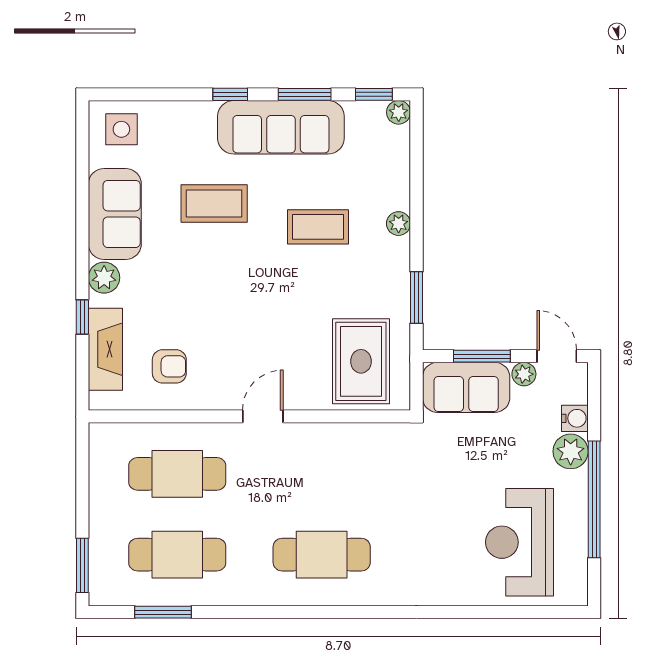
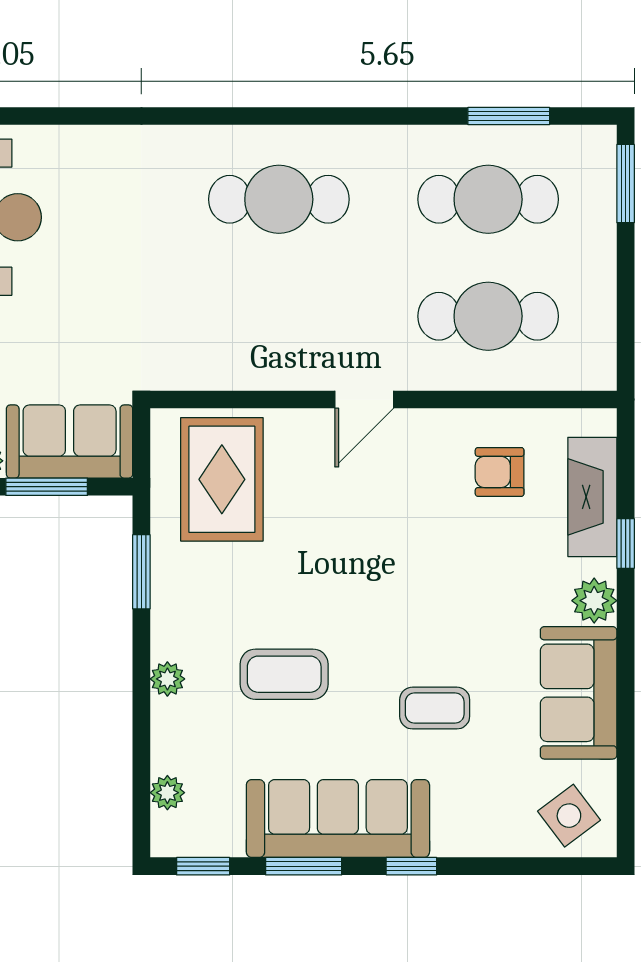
plant: (399, 112) -> (167, 793), moved
side table: (121, 129) -> (569, 816), turned -37
coffee table: (214, 204) -> (435, 708), width x0.73, depth x0.77

